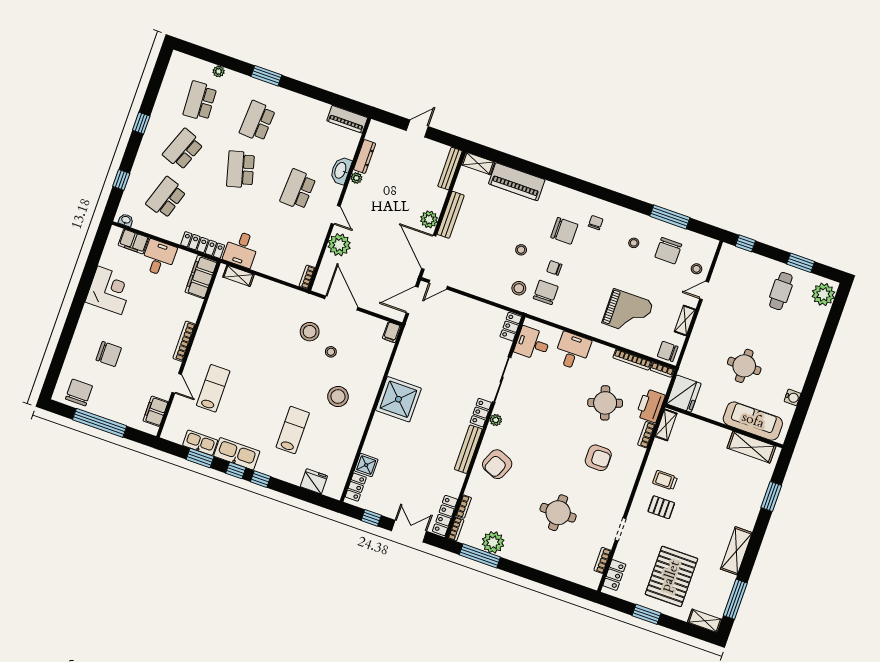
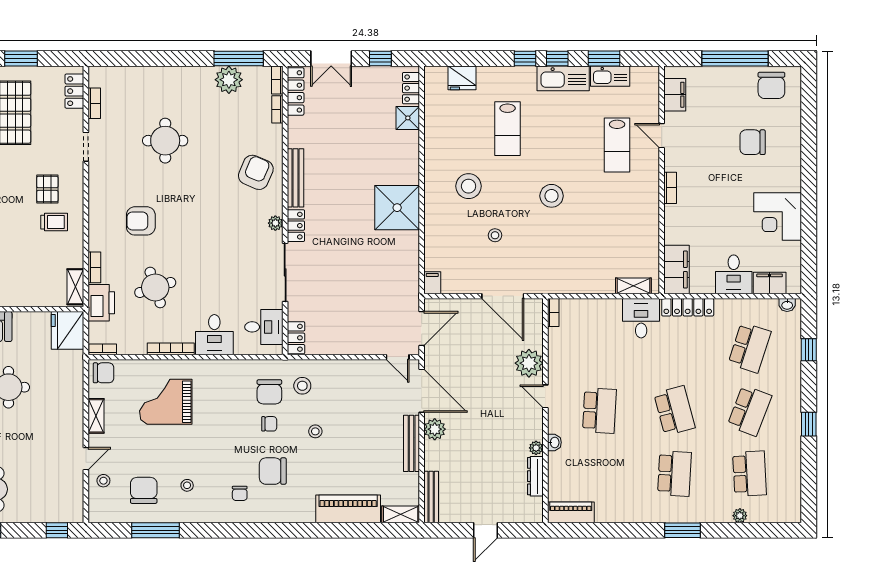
washbasin: (341, 170) -> (554, 442), width x0.52, depth x0.69
door: (438, 285) -> (398, 357), swing flipped
stool: (310, 332) -> (552, 196), moved
bookcase: (184, 341) -> (670, 188), width x0.64
bookcase: (632, 360) -> (171, 349), moved
pallet: (661, 507) -> (47, 189), turned 90

